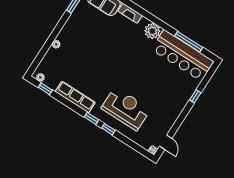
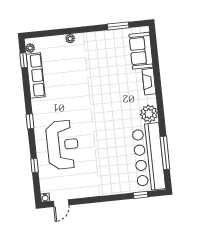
window: (195, 96) -> (141, 195), moved
row of seats: (75, 97) -> (36, 75), moved
window: (108, 129) -> (35, 165), moved

